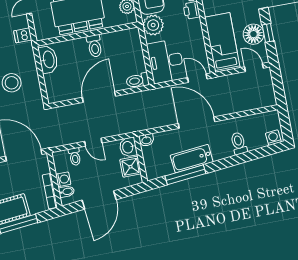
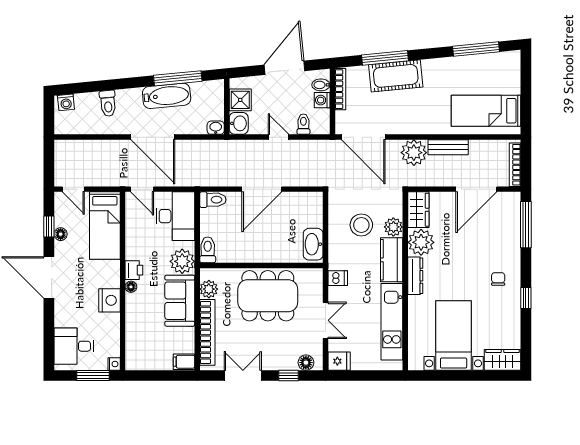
floor lamp: (253, 34) -> (61, 234), width x0.53, depth x0.53
toilet: (95, 46) -> (208, 250), moved

